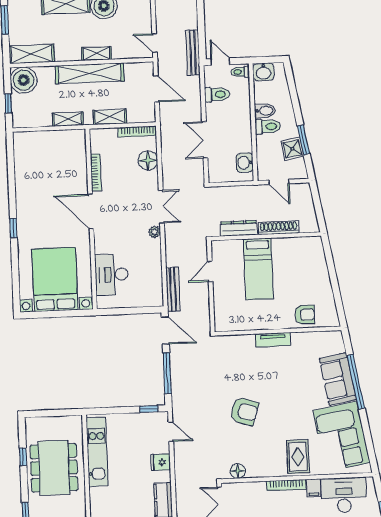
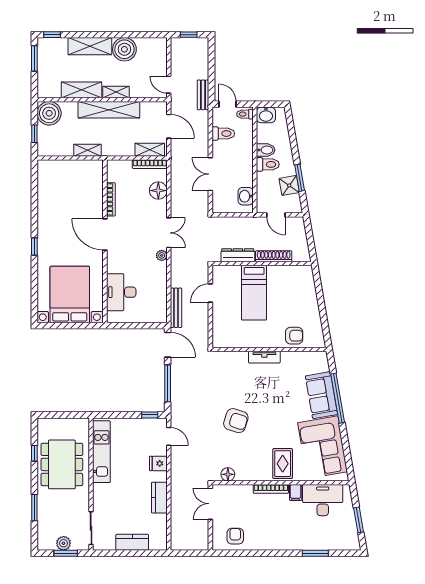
bench: (193, 53) -> (203, 95), width x0.73
shelving: (32, 54) -> (81, 90), moved
shelving: (110, 117) -> (150, 150), moved

